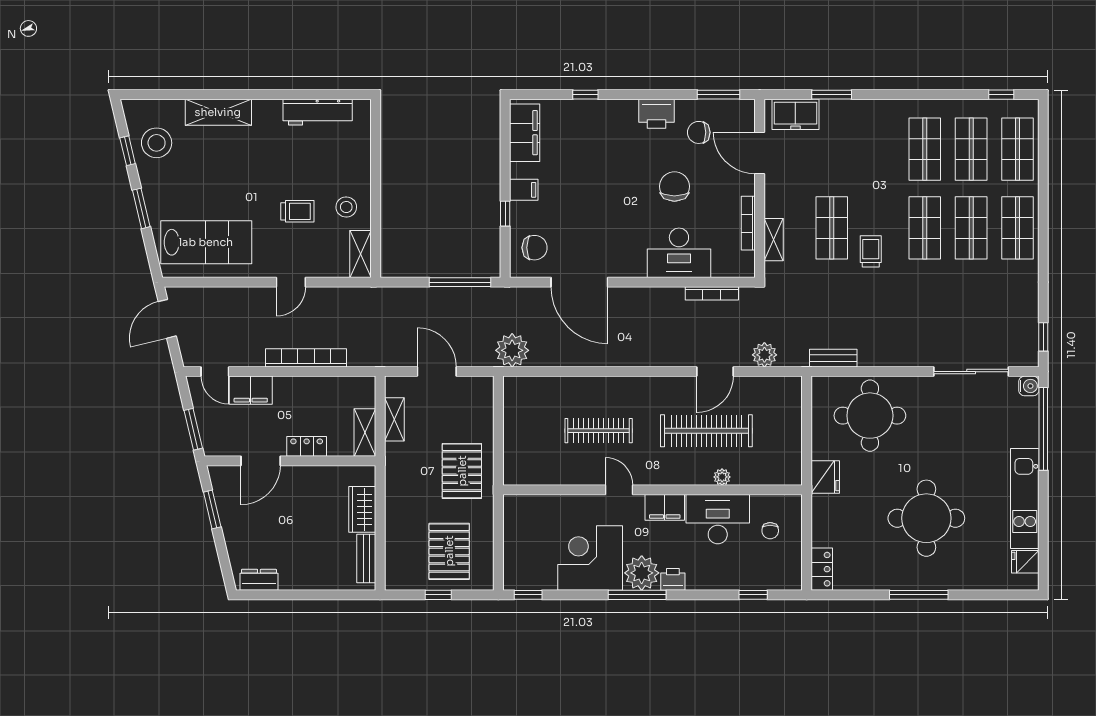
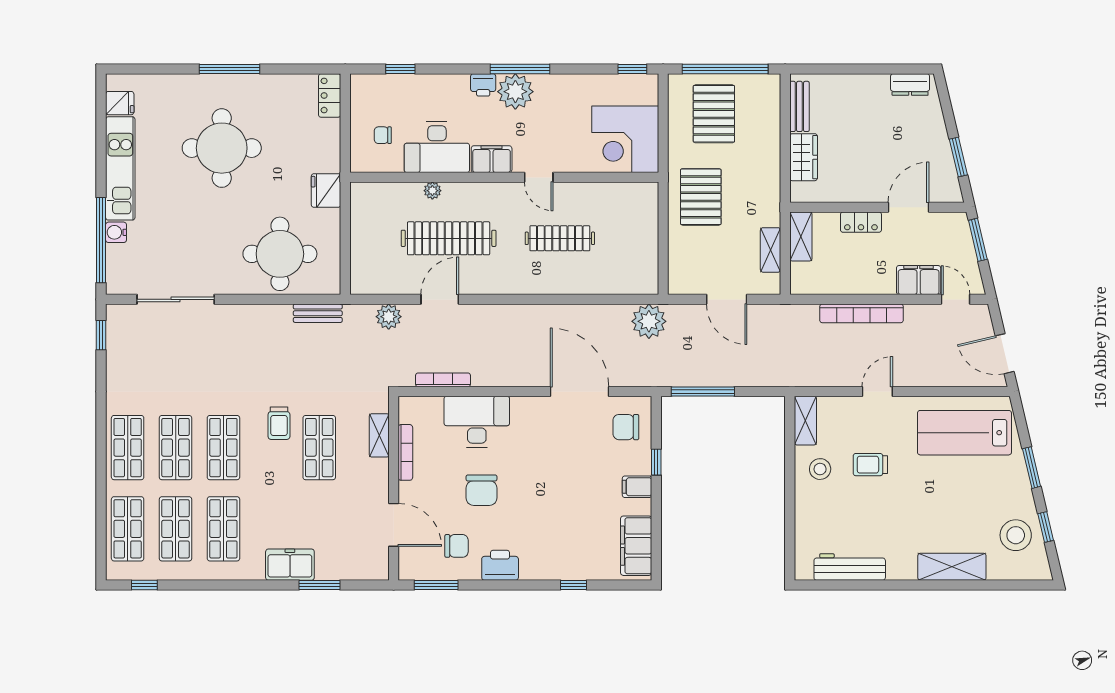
freezer: (795, 114) -> (290, 565), moved
door: (167, 319) -> (1005, 354), swing flipped
water cooler: (1029, 386) -> (116, 232), moved
chair: (770, 531) -> (383, 135), turned -90
corner desk: (590, 558) -> (625, 139), moved, turned 90
window: (438, 595) -> (725, 69), width x3.17

